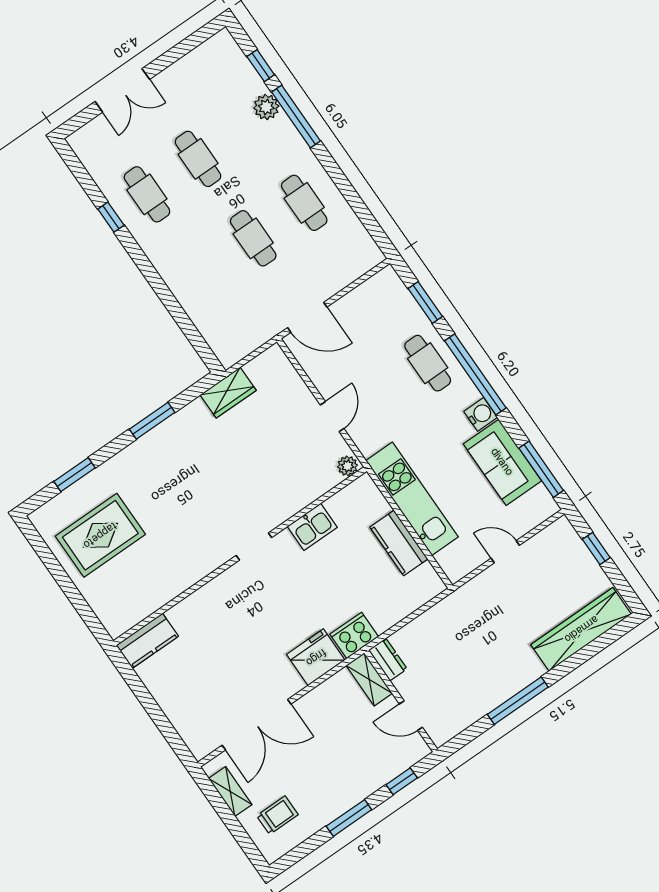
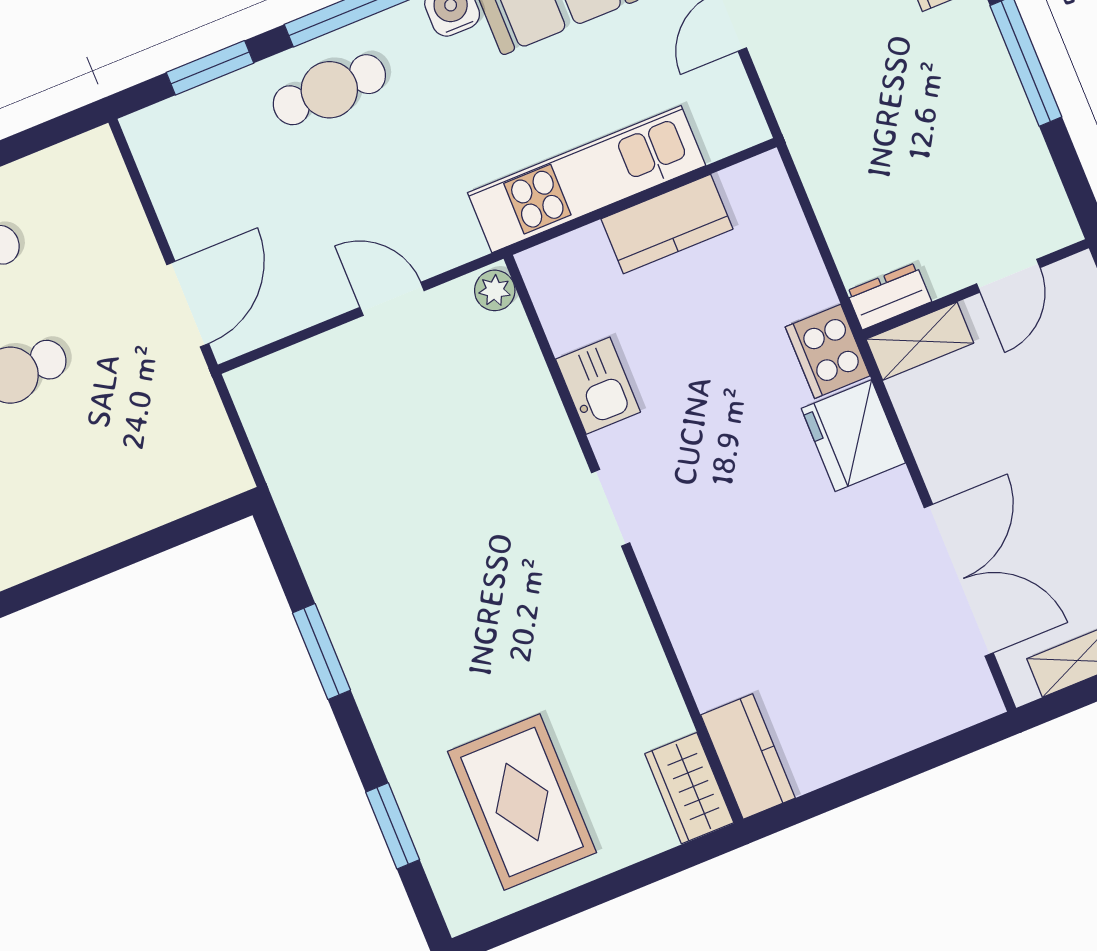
wardrobe: (228, 393) -> (689, 788), moved, turned 180

